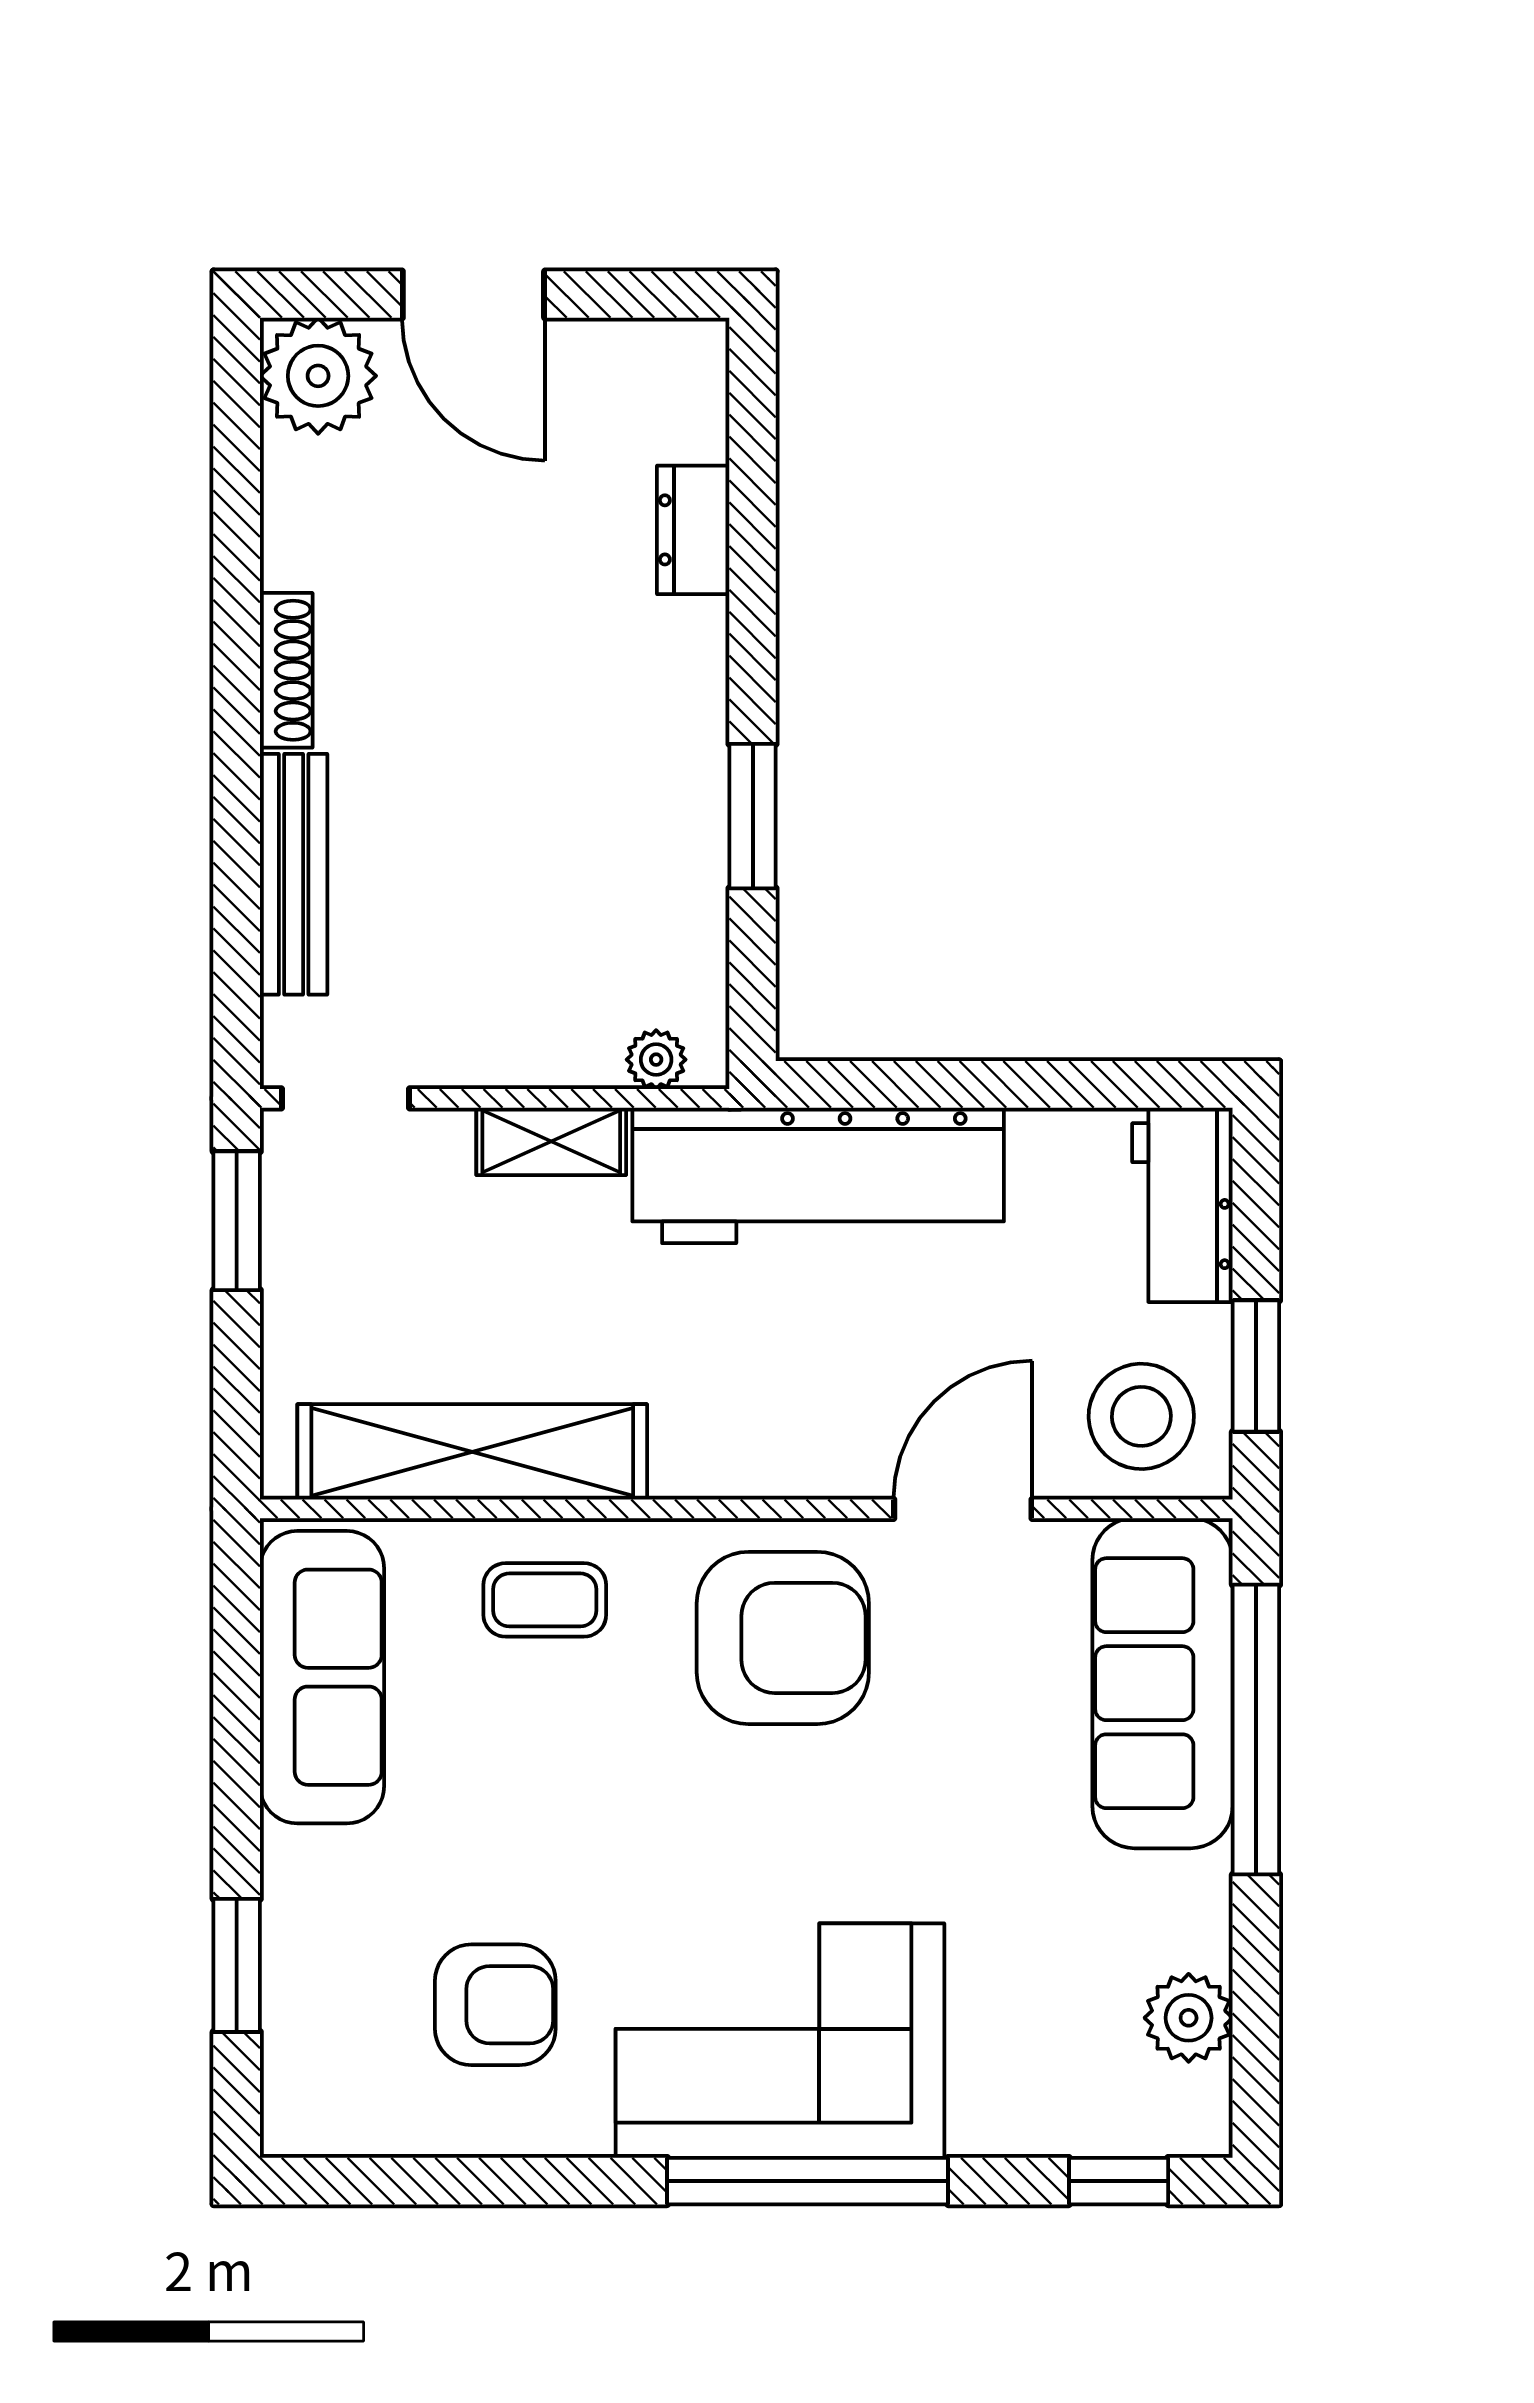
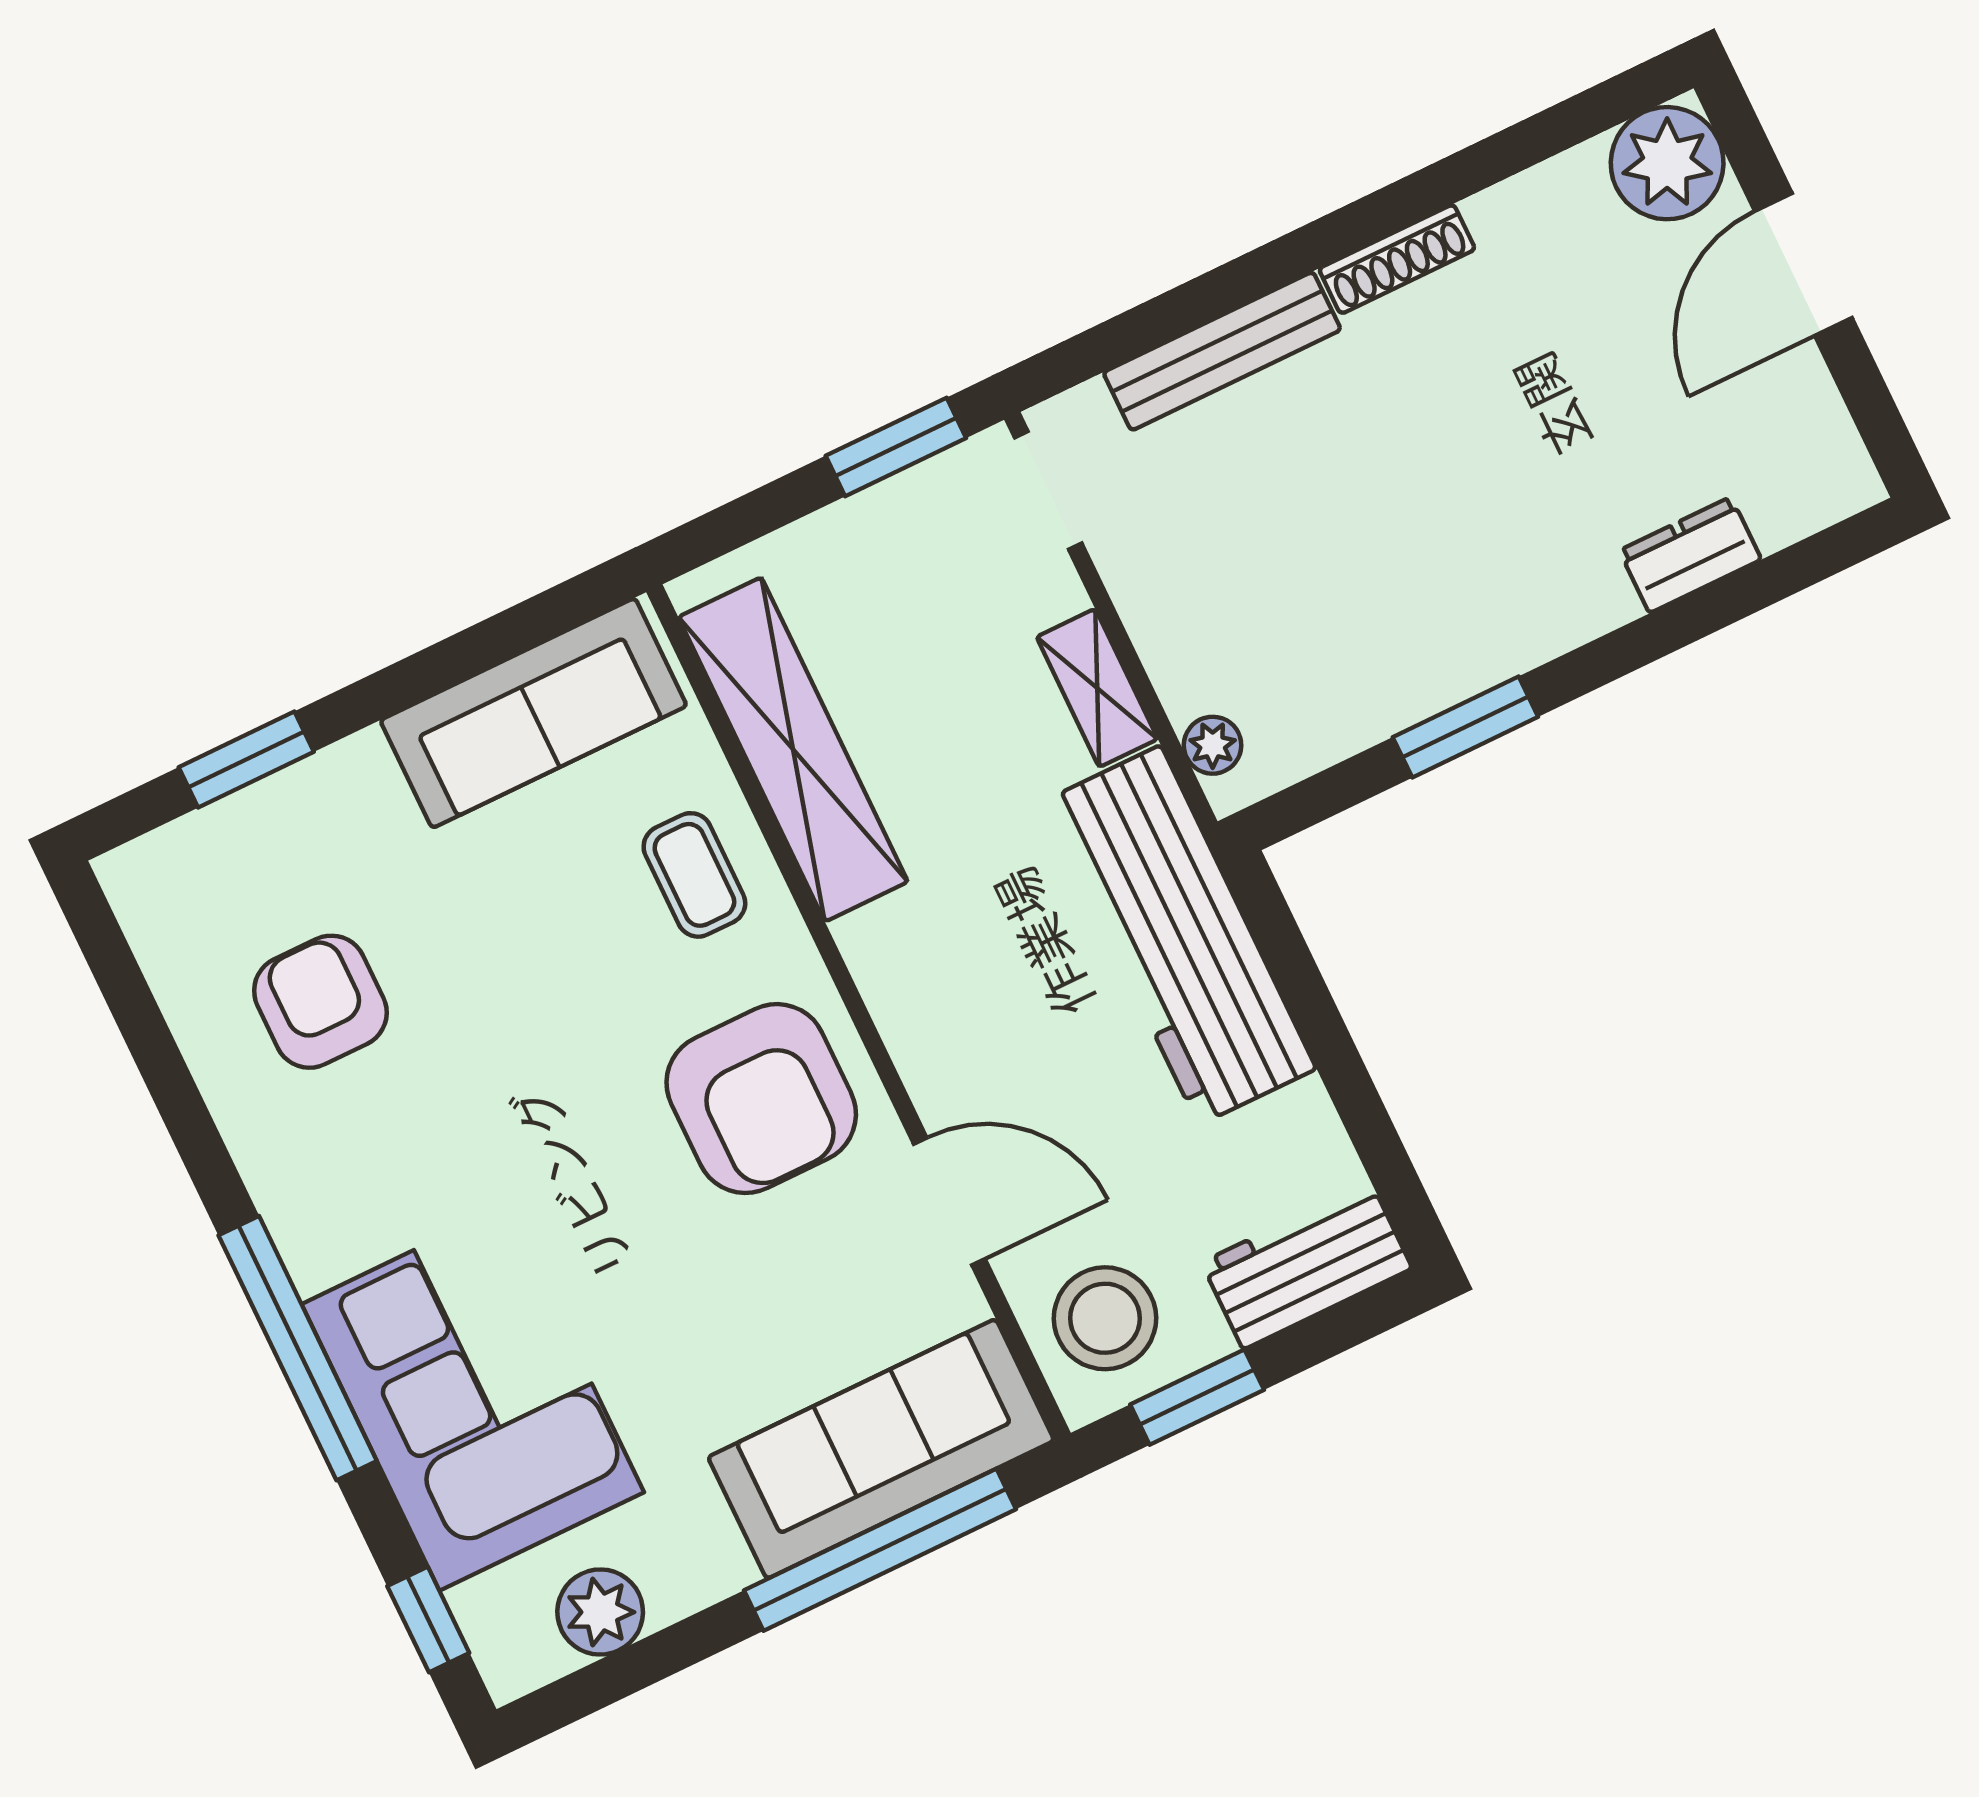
armchair: (495, 2005) -> (320, 1002), turned 180
corner sofa: (780, 2041) -> (473, 1398), moved

